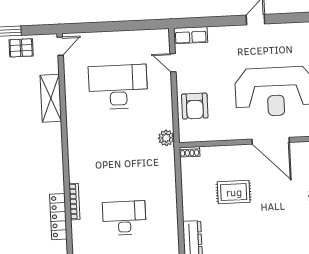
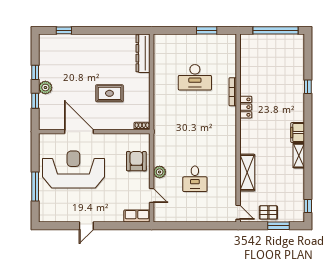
door: (60, 46) -> (238, 212), swing flipped
desk: (118, 87) -> (195, 179), width x0.53, depth x0.77
plant: (166, 138) -> (160, 172), moved
locker: (58, 217) -> (246, 107), moved, width x0.66

